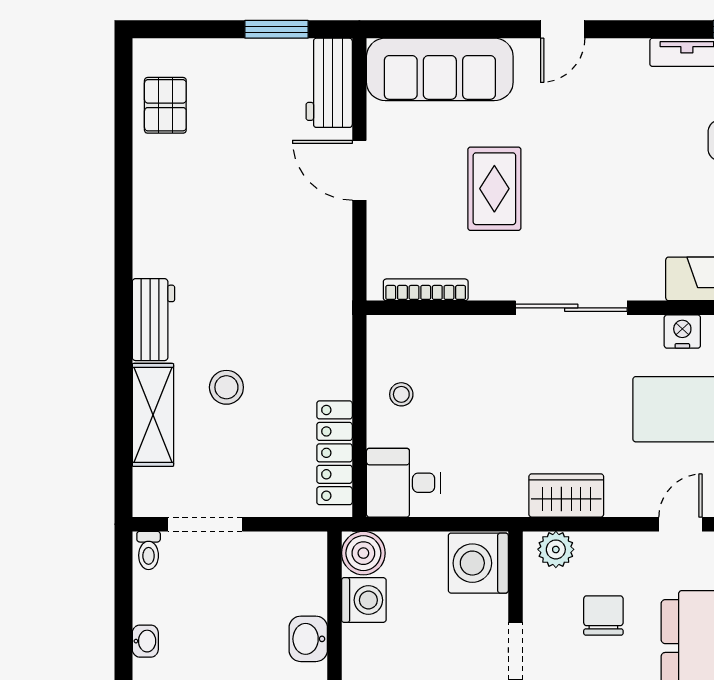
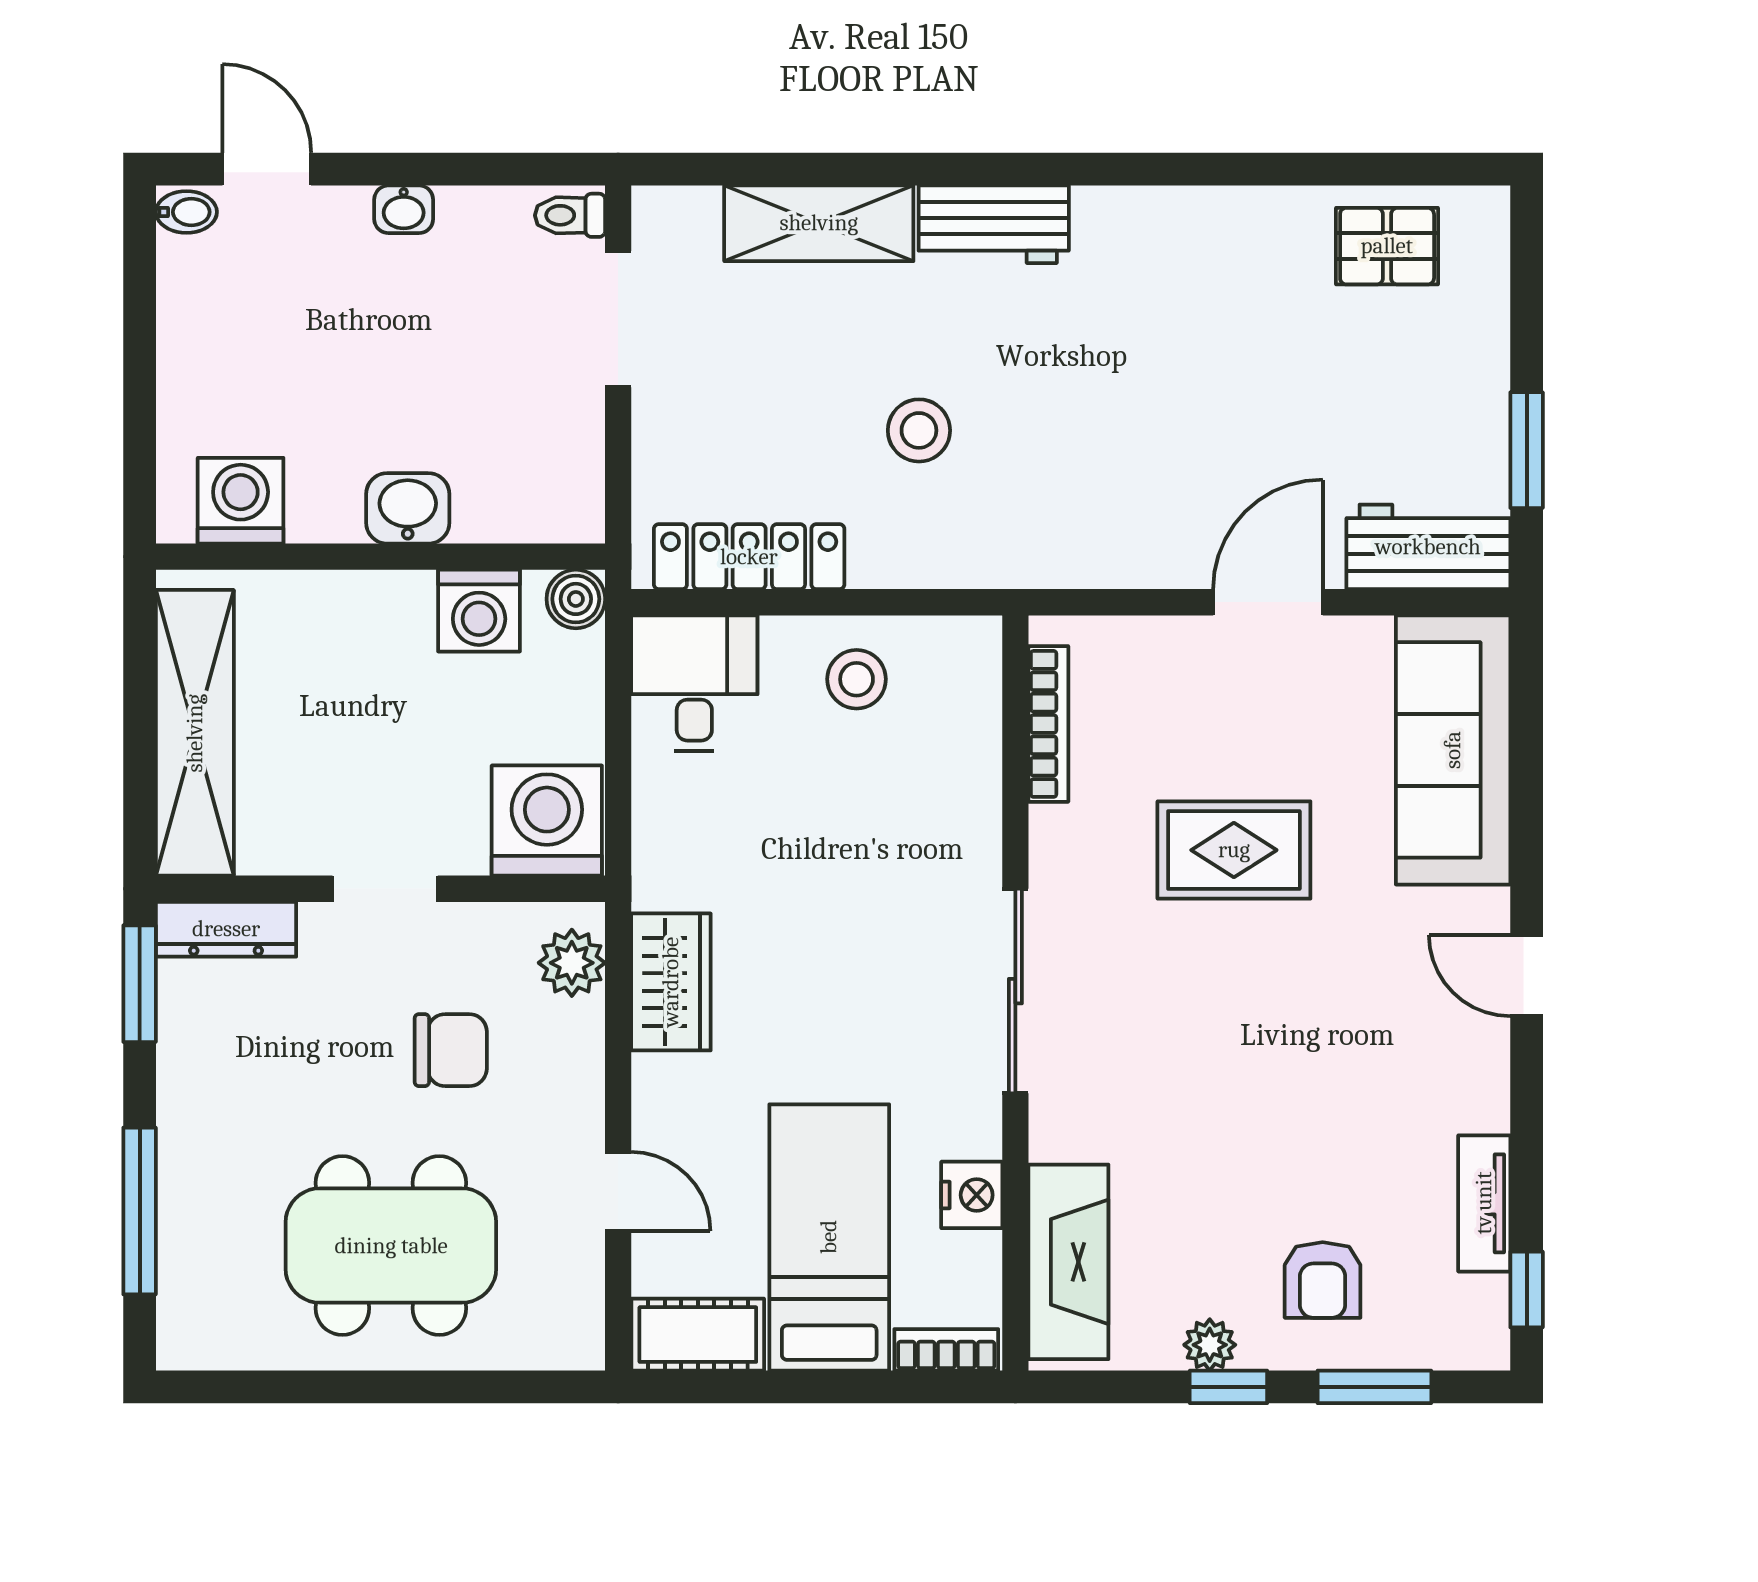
stool: (226, 387) -> (919, 430), moved
stool: (401, 394) -> (857, 679), width x1.37, depth x1.37
boiler: (363, 553) -> (576, 599), width x0.73, depth x0.73

